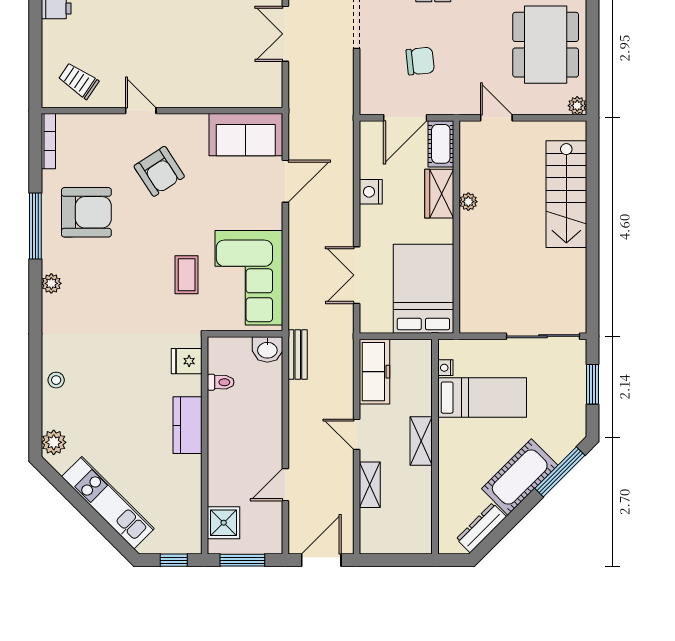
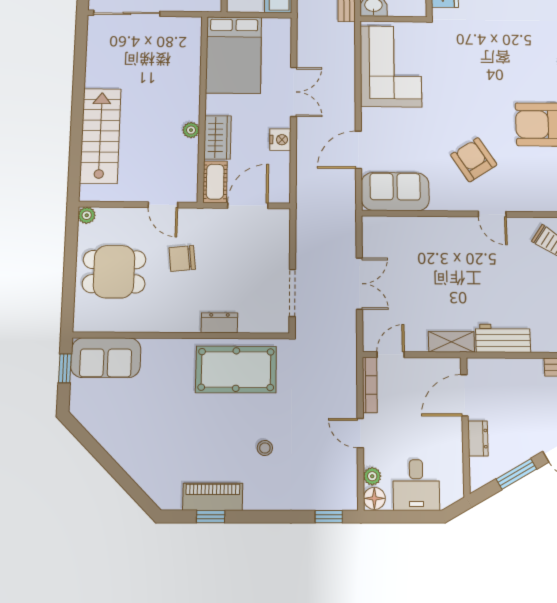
dining table: (546, 45) -> (114, 272), width x0.73
chair: (420, 61) -> (182, 258), moved
coffee table: (187, 275) -> (447, 70), removed
double door: (357, 275) -> (294, 92), moved

